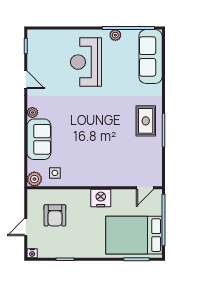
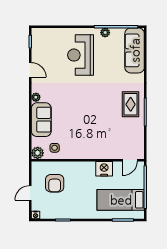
nightstand: (101, 198) -> (104, 169), moved
bed: (134, 235) -> (121, 200), width x0.67

